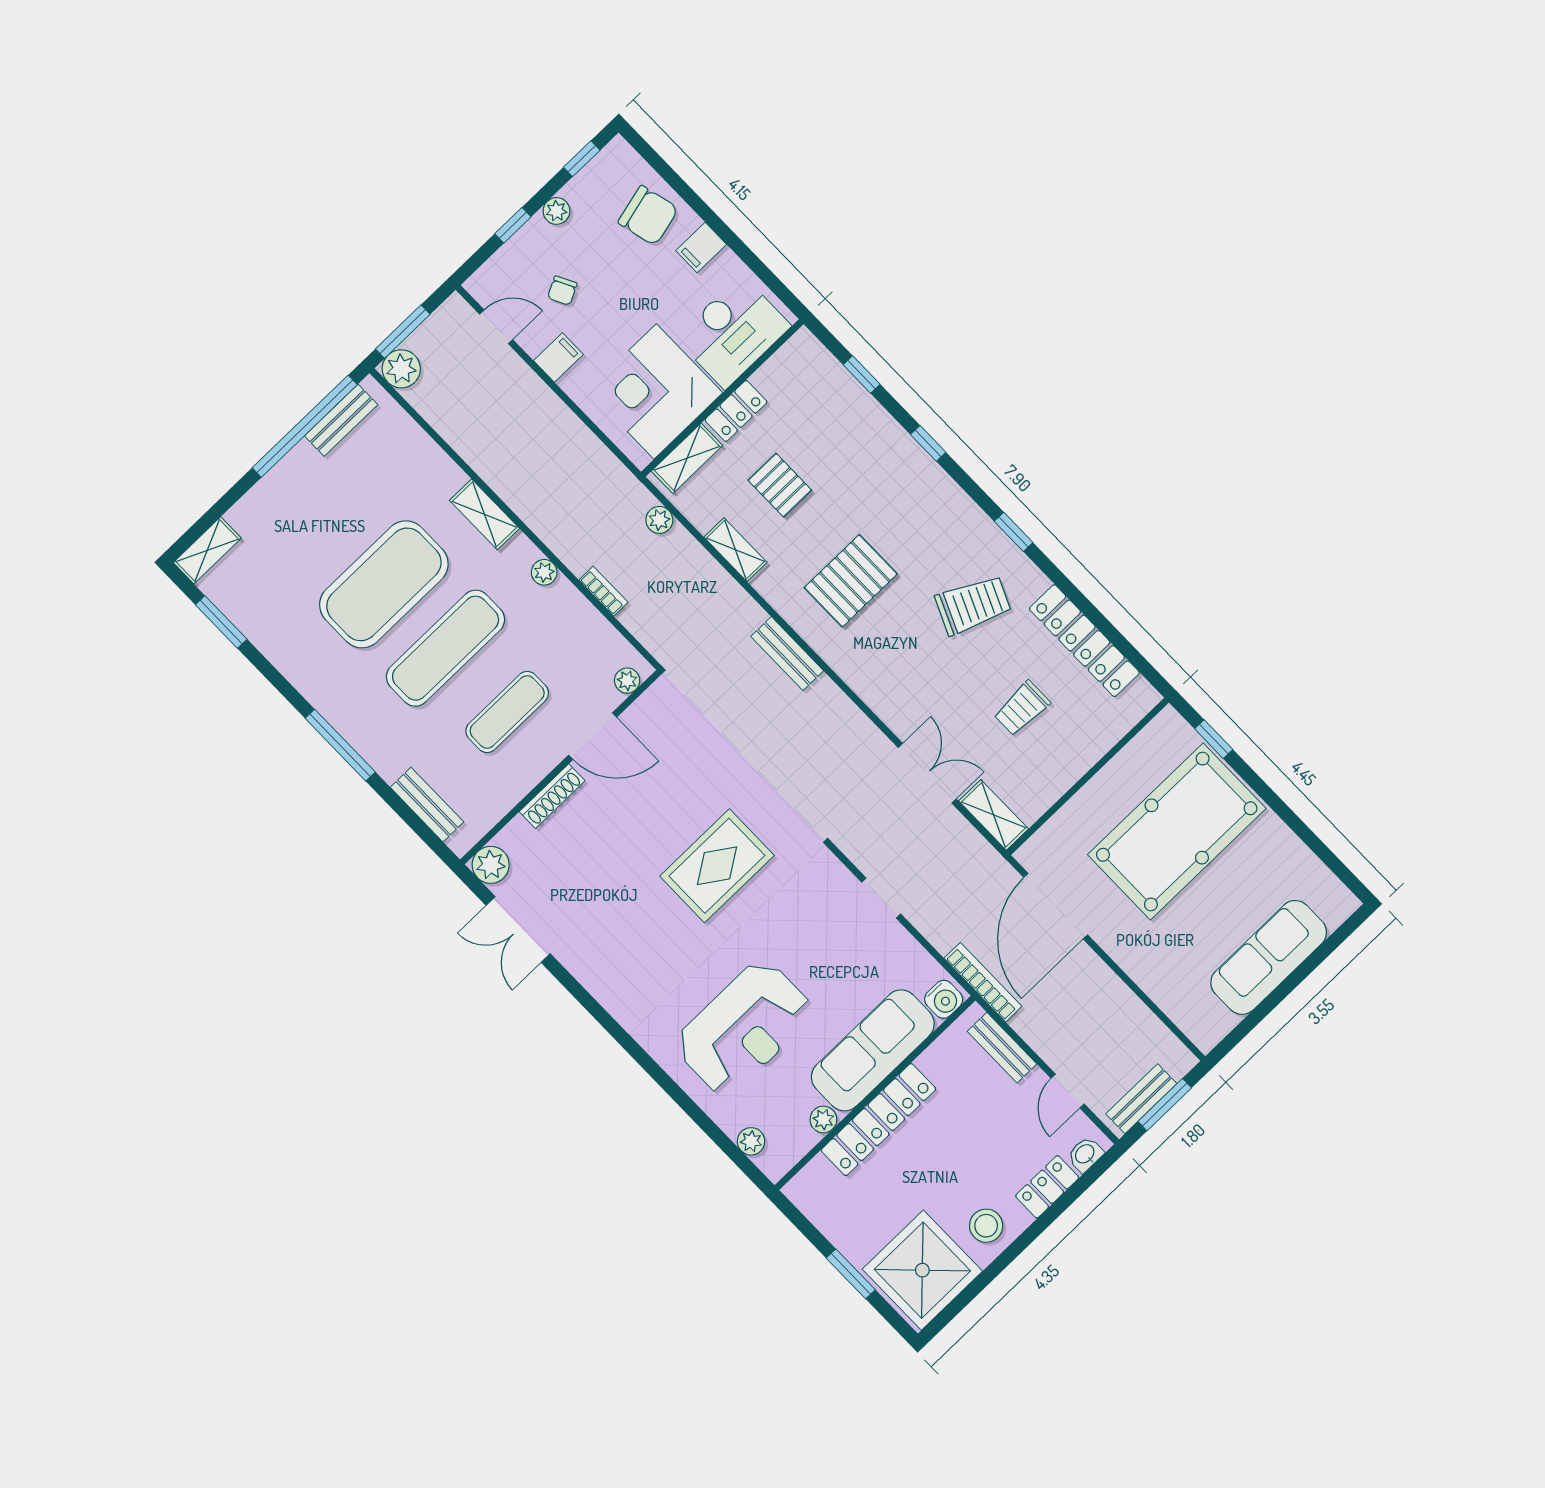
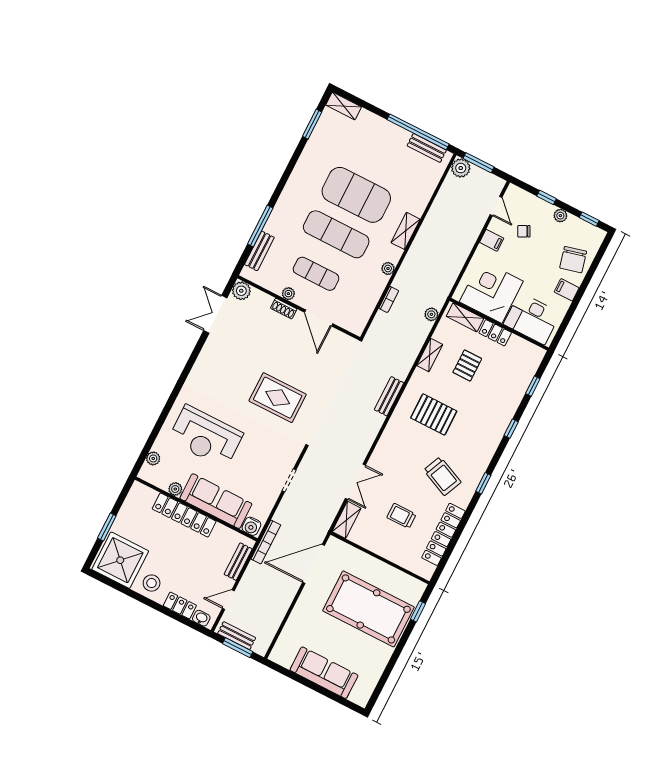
plant: (627, 681) -> (288, 294), moved
window: (340, 745) -> (260, 226), moved
shoe rack: (552, 796) -> (284, 309), width x0.70

